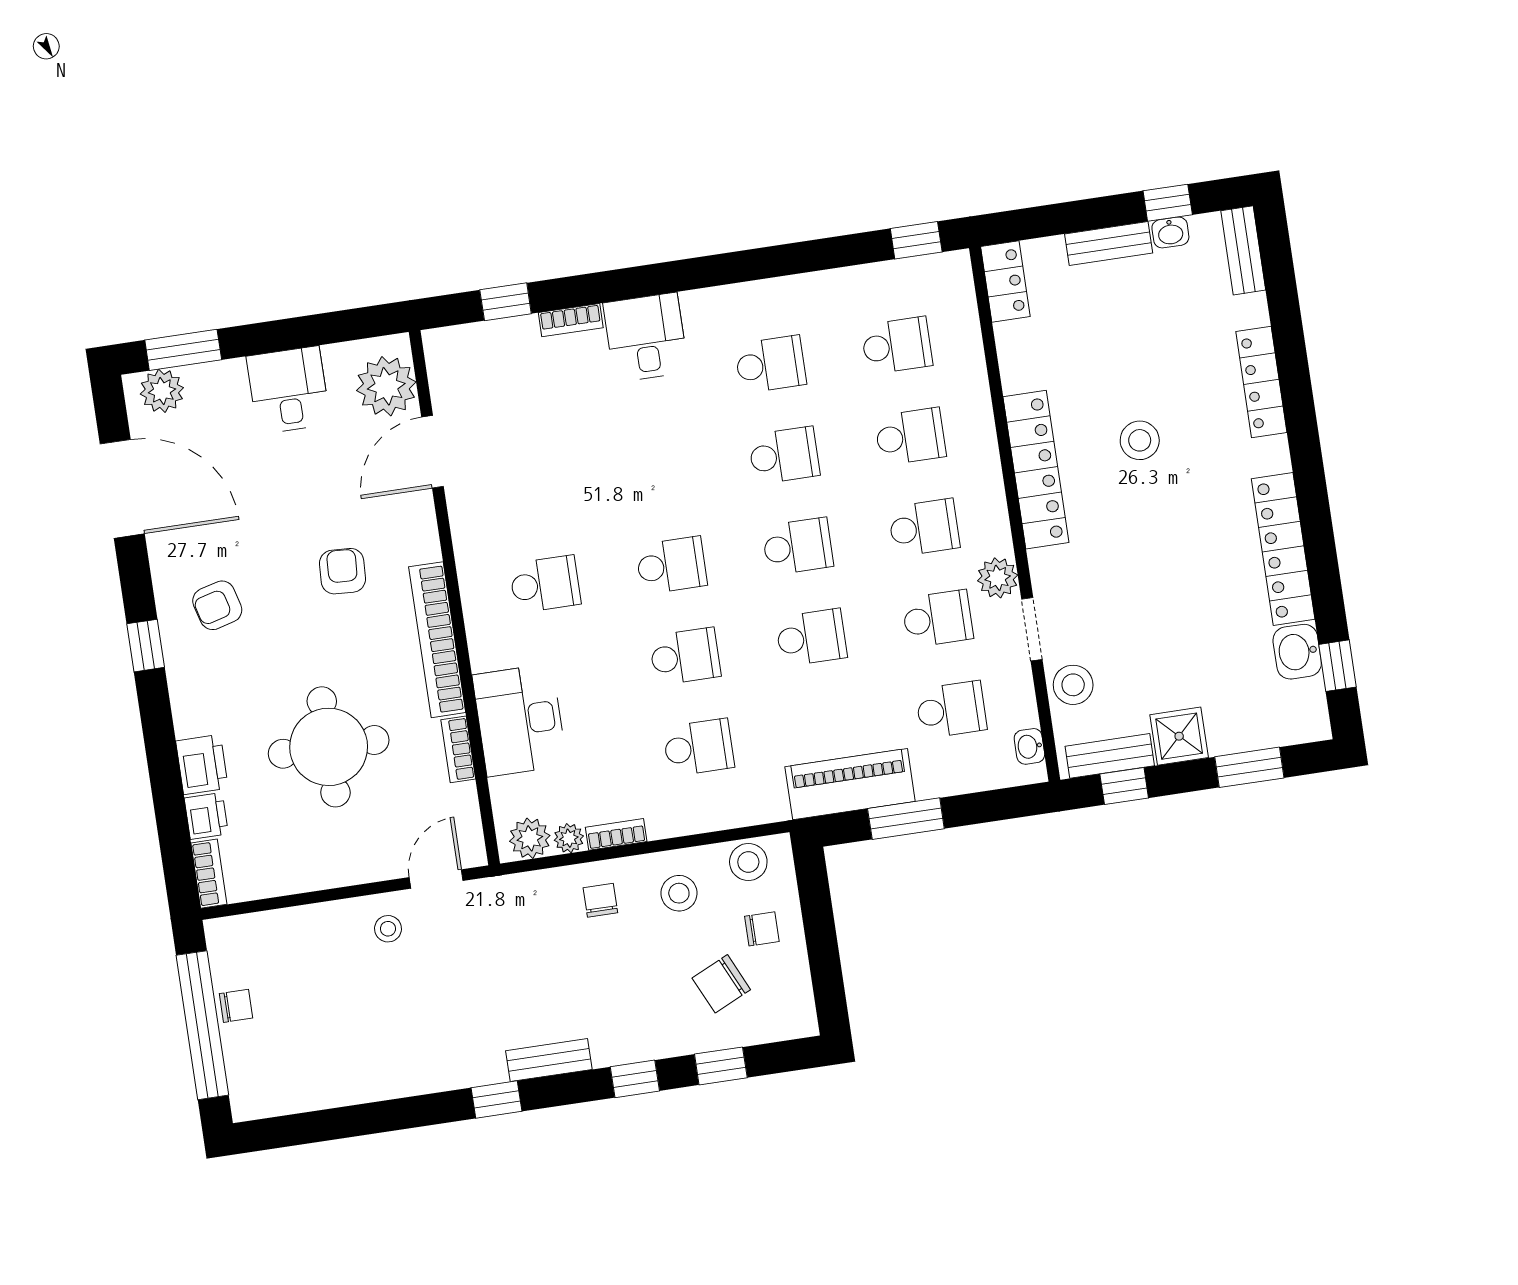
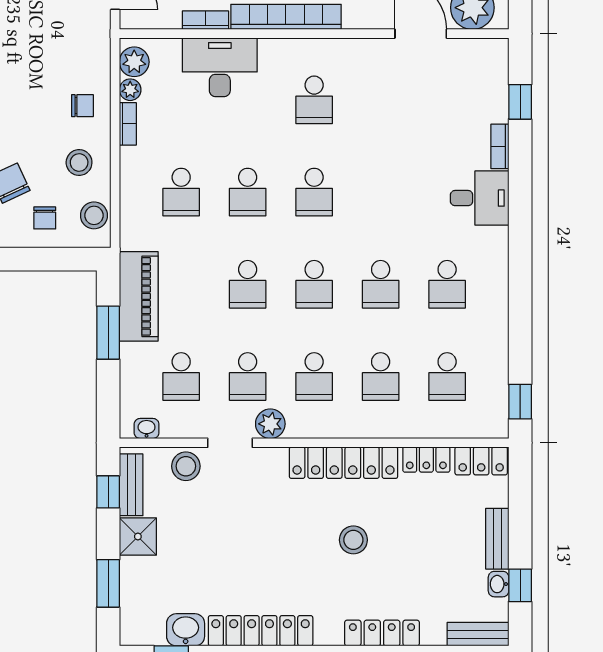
locker: (1015, 357) -> (426, 460), added

